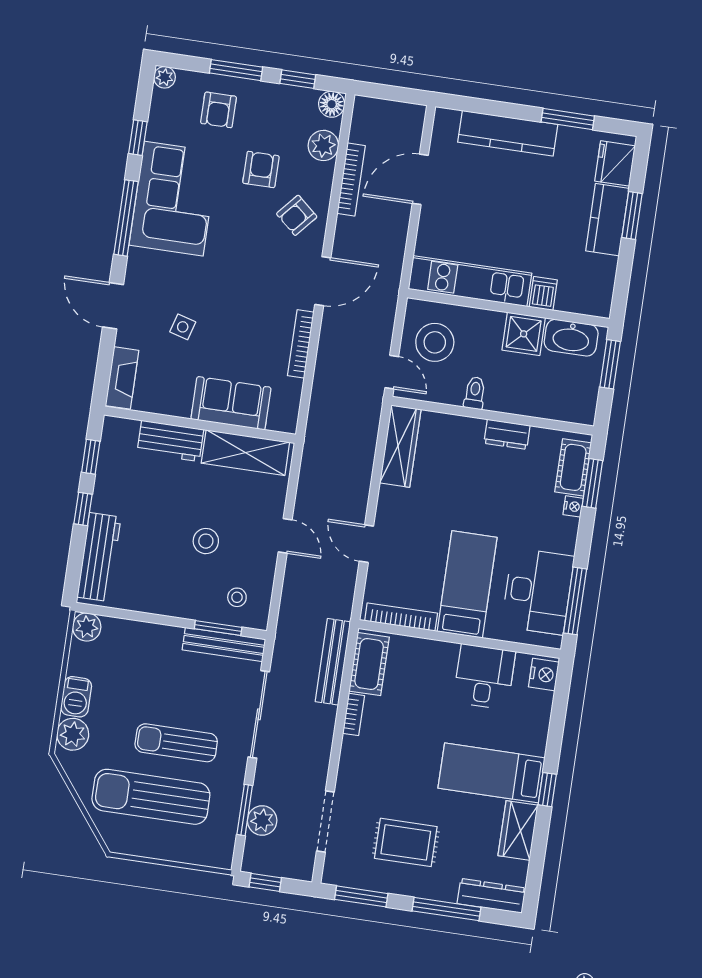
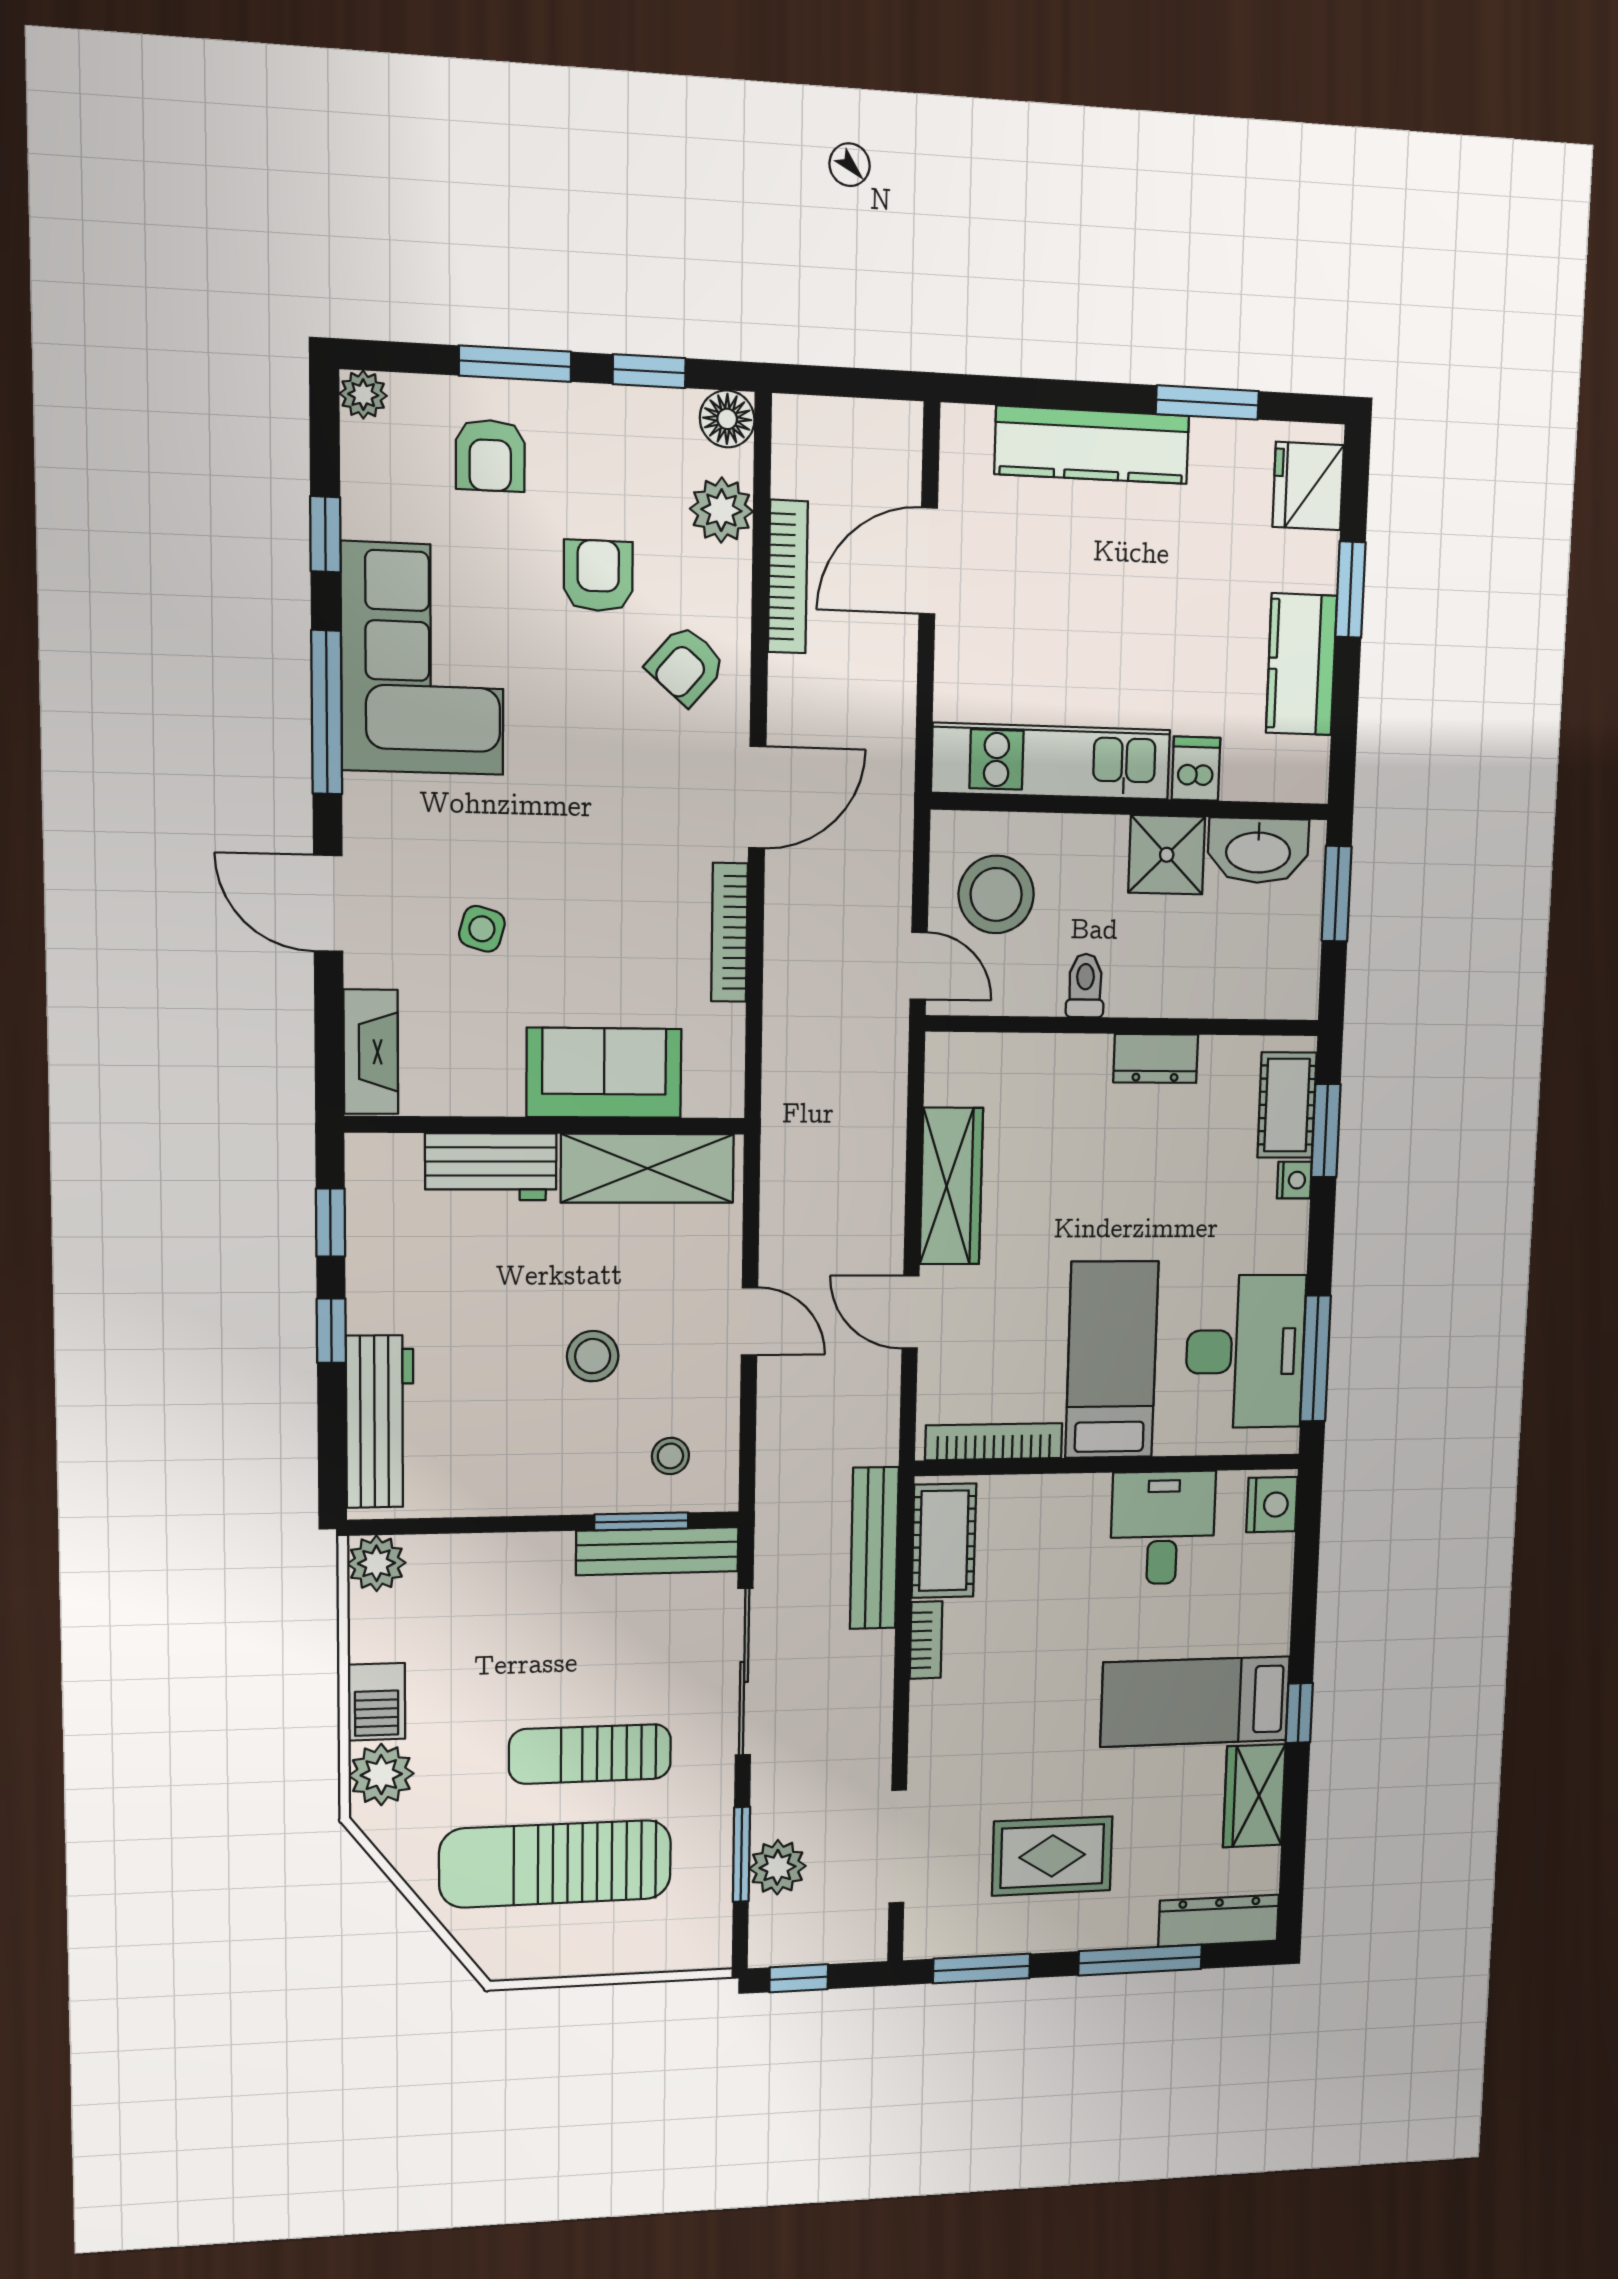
kitchen counter: (607, 220) -> (1302, 664), moved
wardrobe: (400, 446) -> (951, 1186), moved

